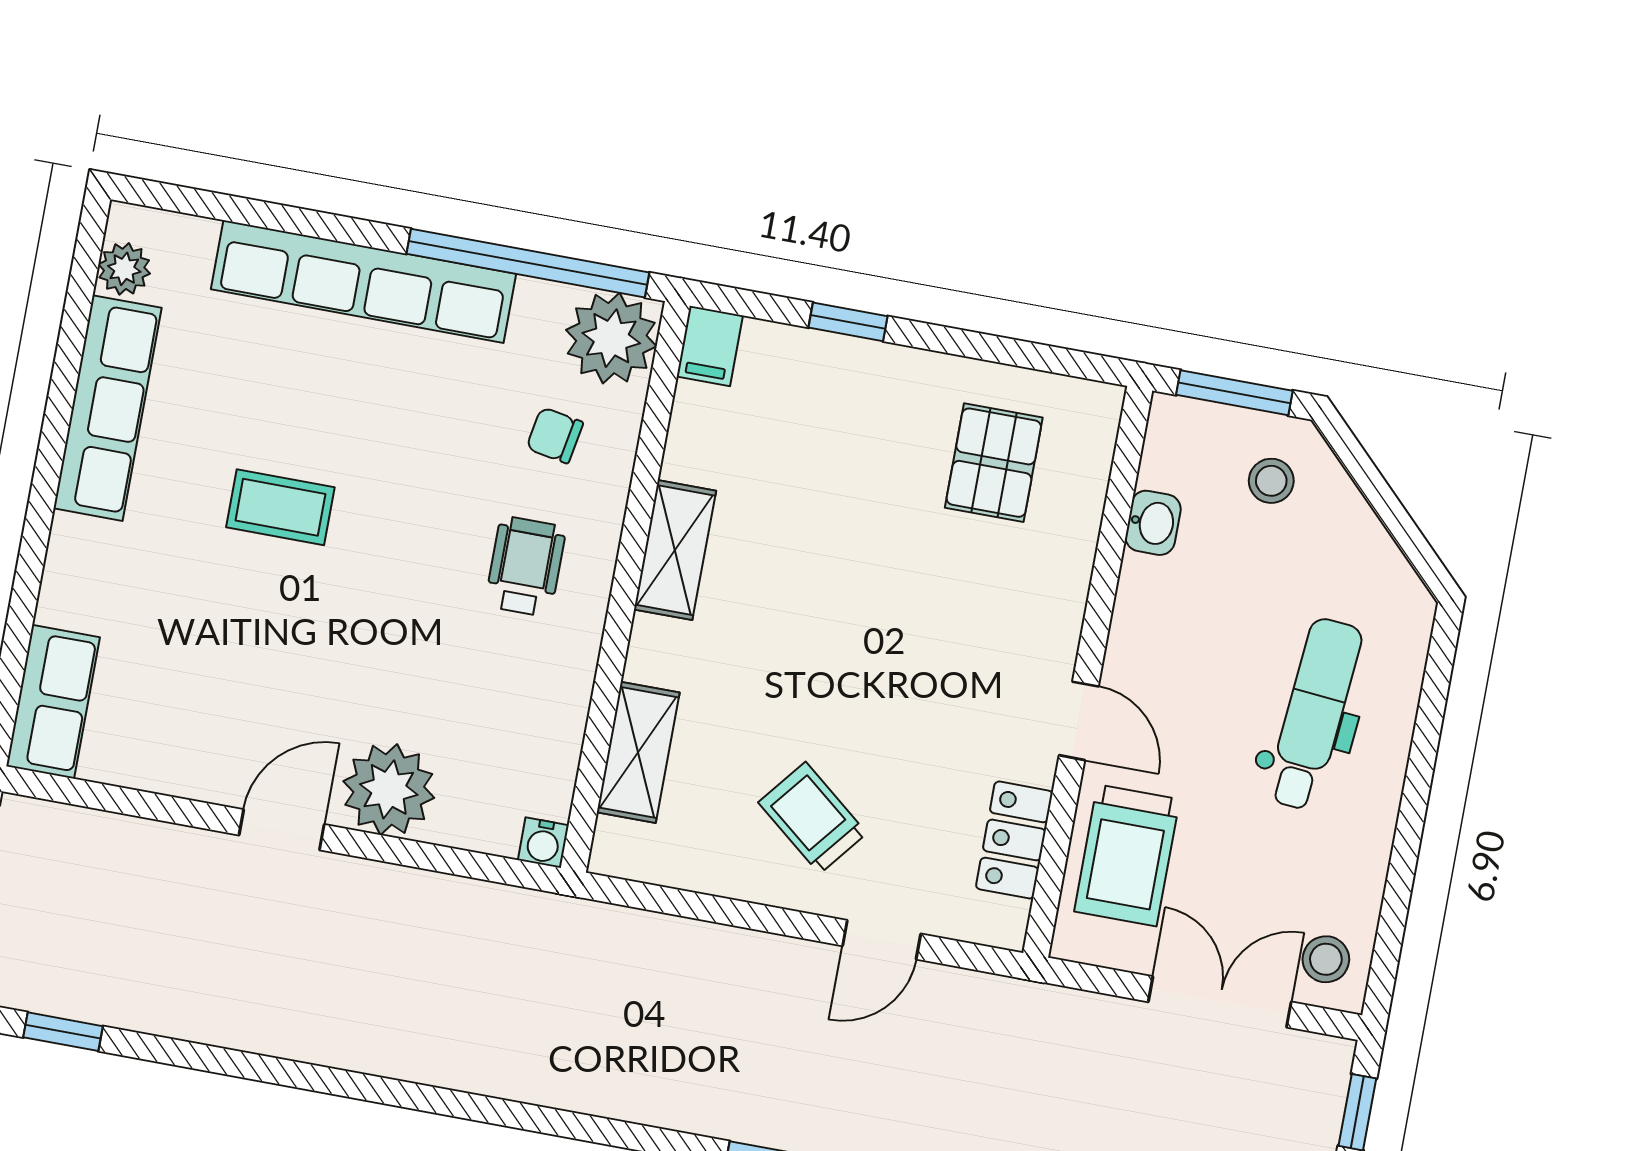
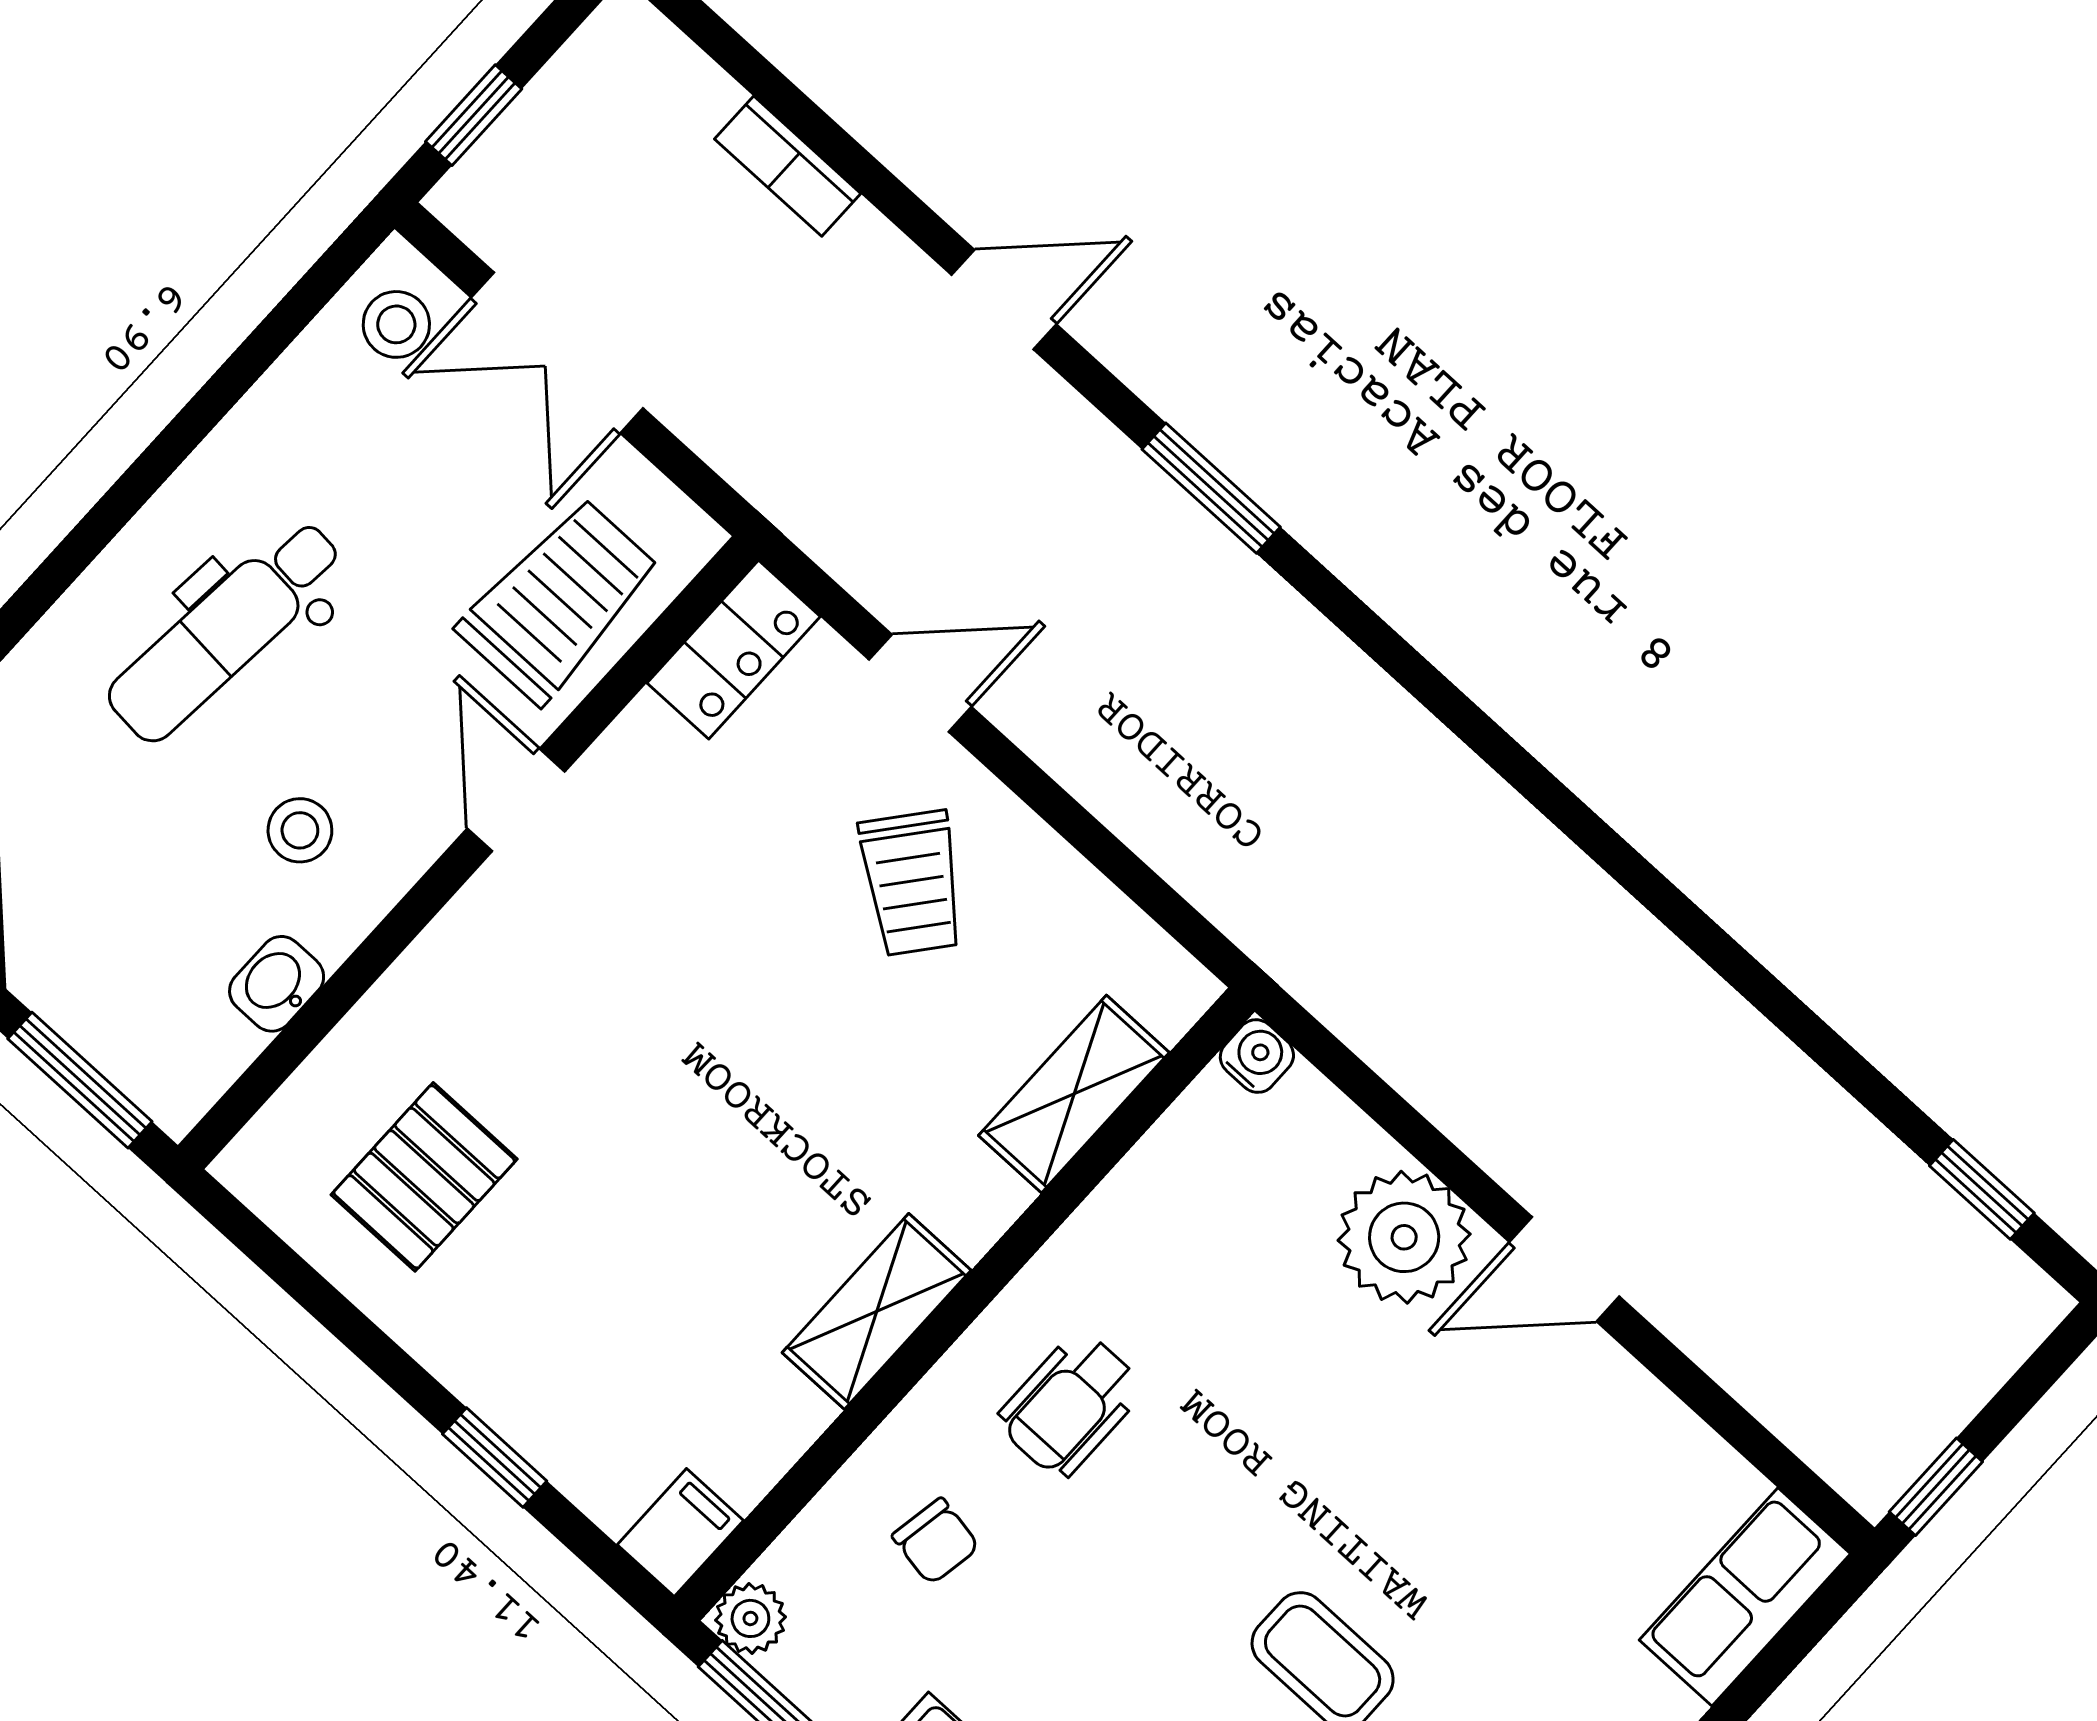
plant: (611, 338) -> (750, 1618), width x0.53, depth x0.53
stool: (1271, 481) -> (300, 830), moved
locker: (1014, 840) -> (734, 650), moved

